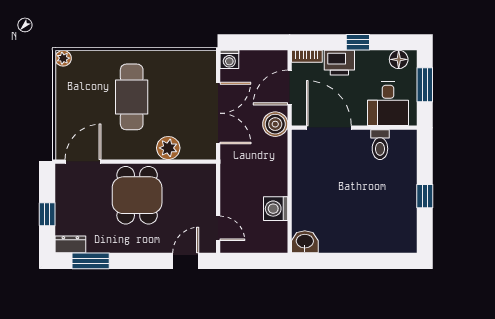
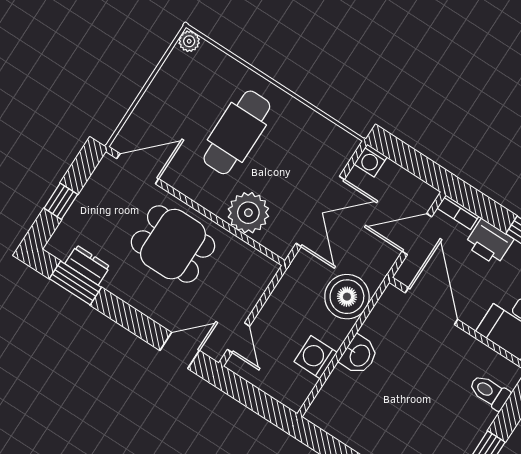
boiler: (275, 124) -> (347, 297), moved, width x1.37, depth x1.37
toilet: (380, 145) -> (489, 392), moved, turned 90
plant: (168, 148) -> (248, 213), width x1.36, depth x1.36
dining table: (137, 195) -> (173, 244), turned 90
washbasin: (305, 242) -> (359, 355), moved, turned 90
dresser: (70, 244) -> (87, 265), moved

